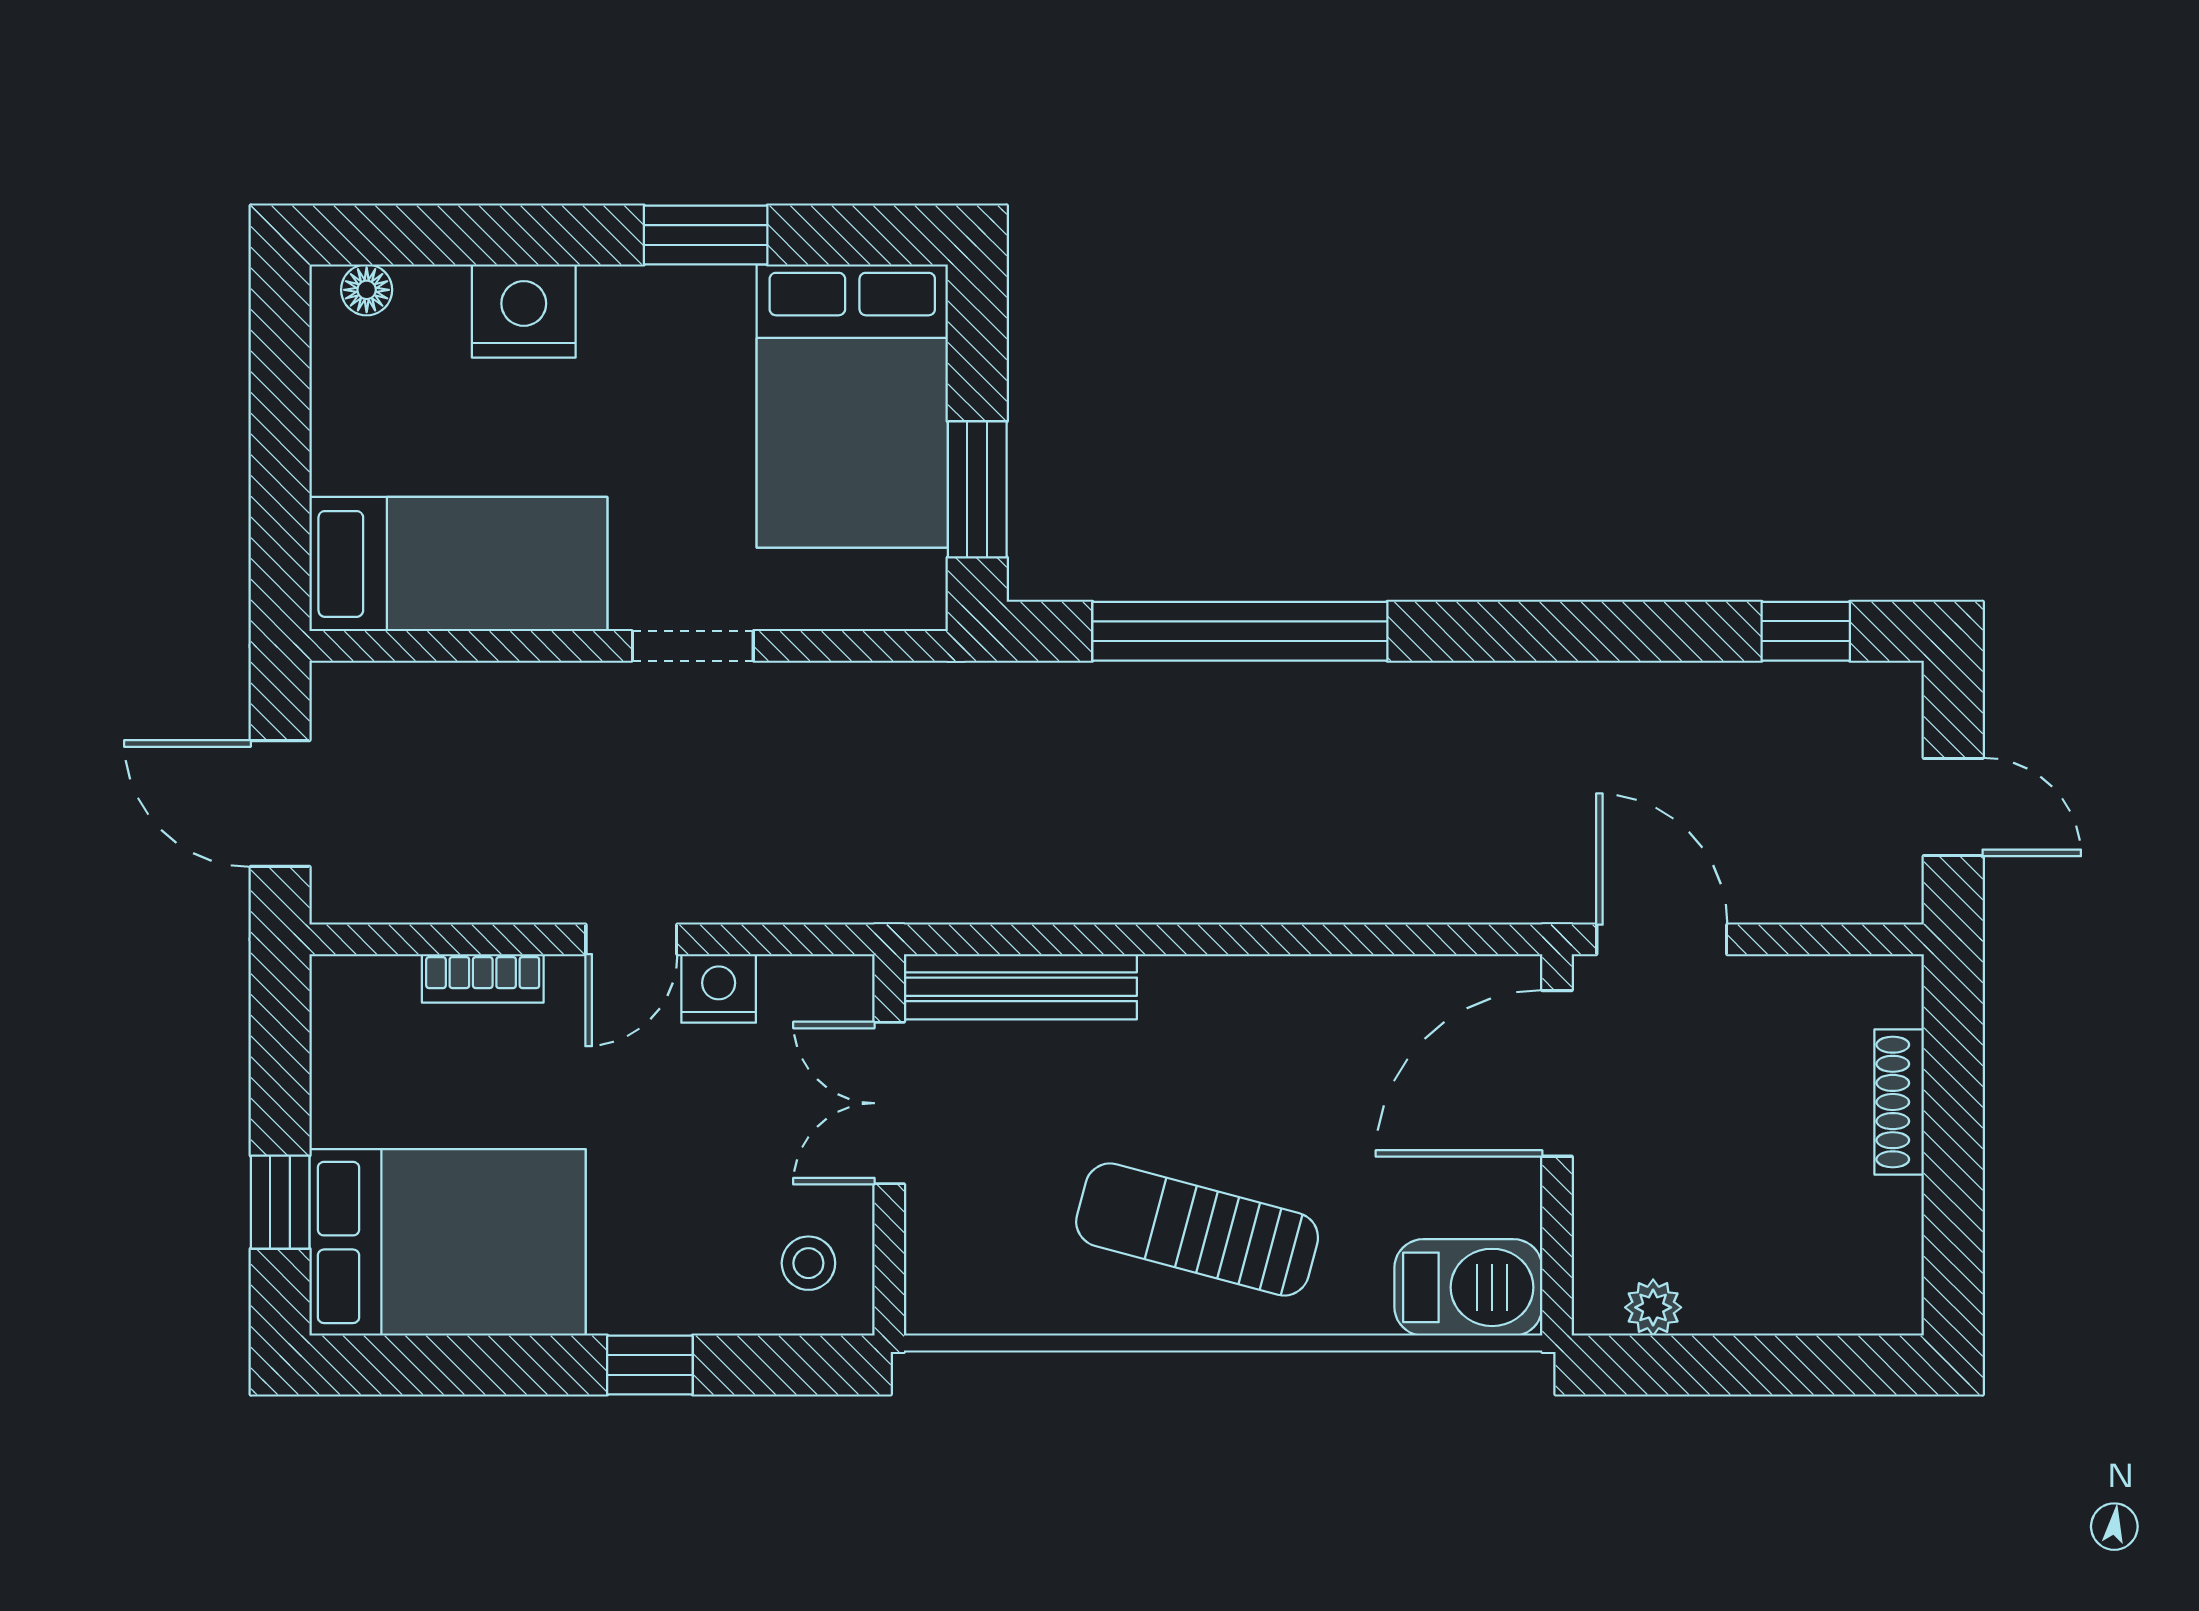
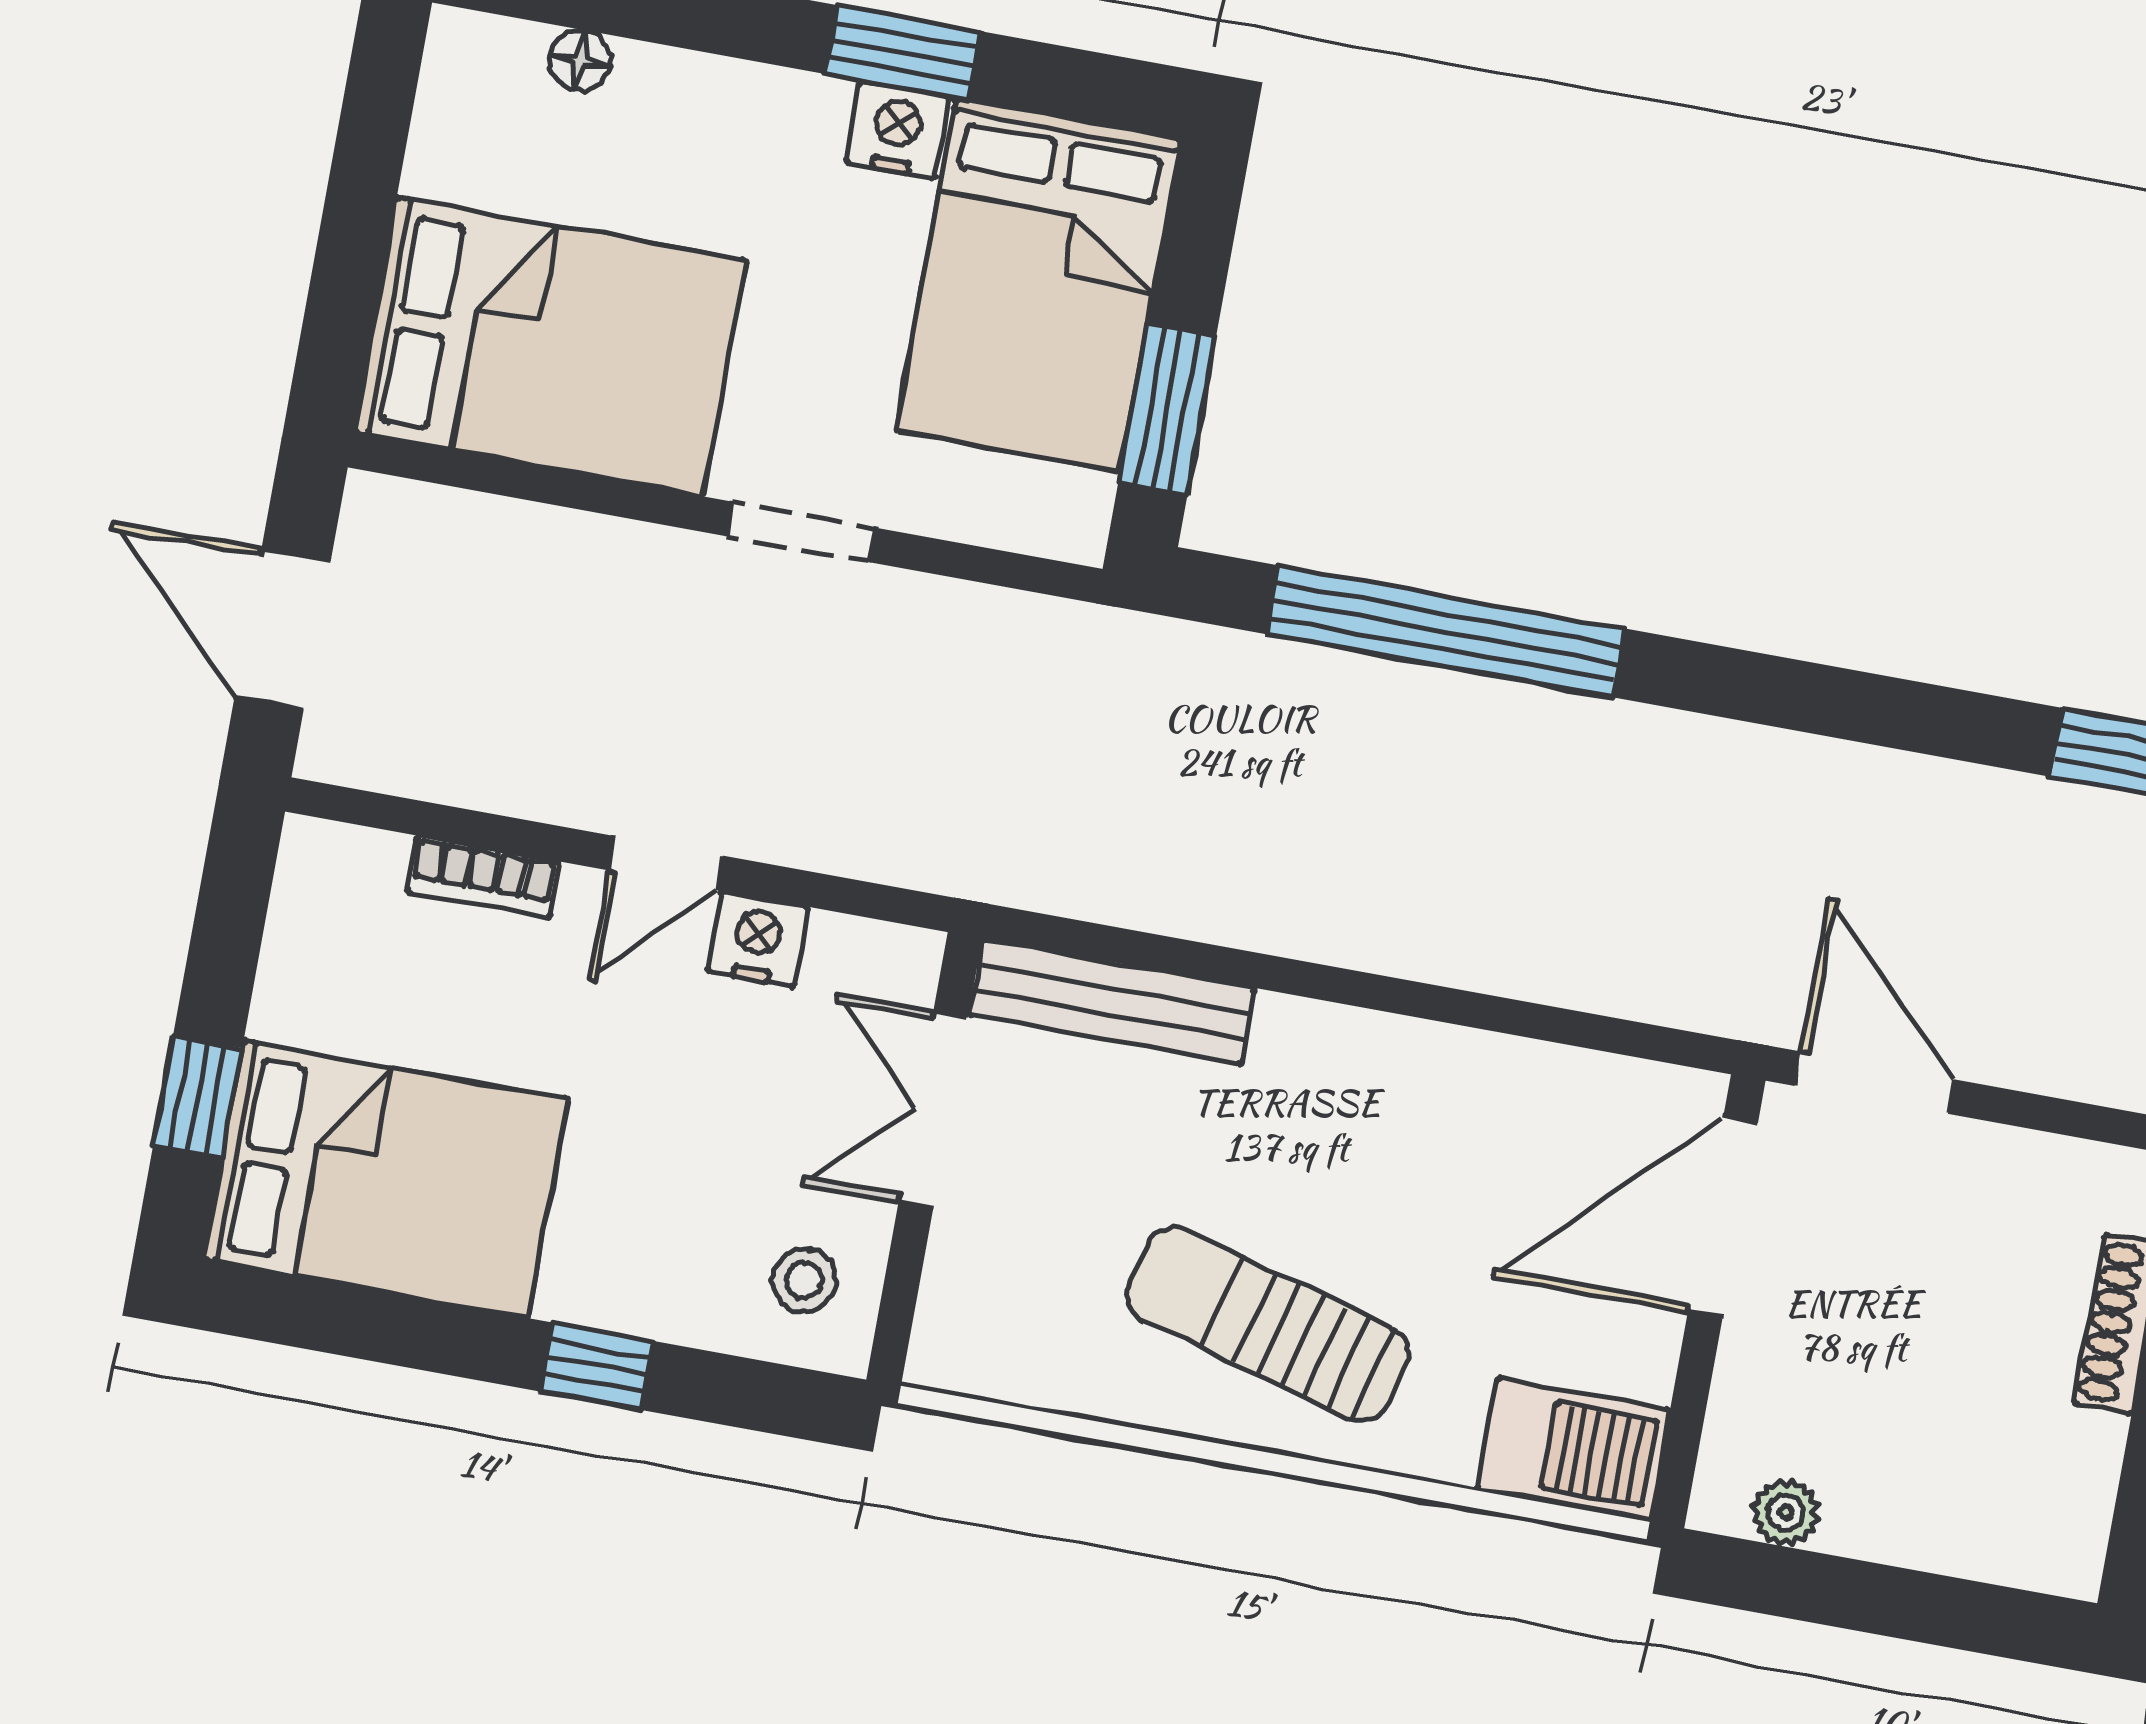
floor lamp: (367, 290) -> (580, 60), moved
nightstand: (524, 311) -> (897, 130), moved, width x0.74, depth x0.75
bed: (458, 564) -> (550, 346), width x1.50

